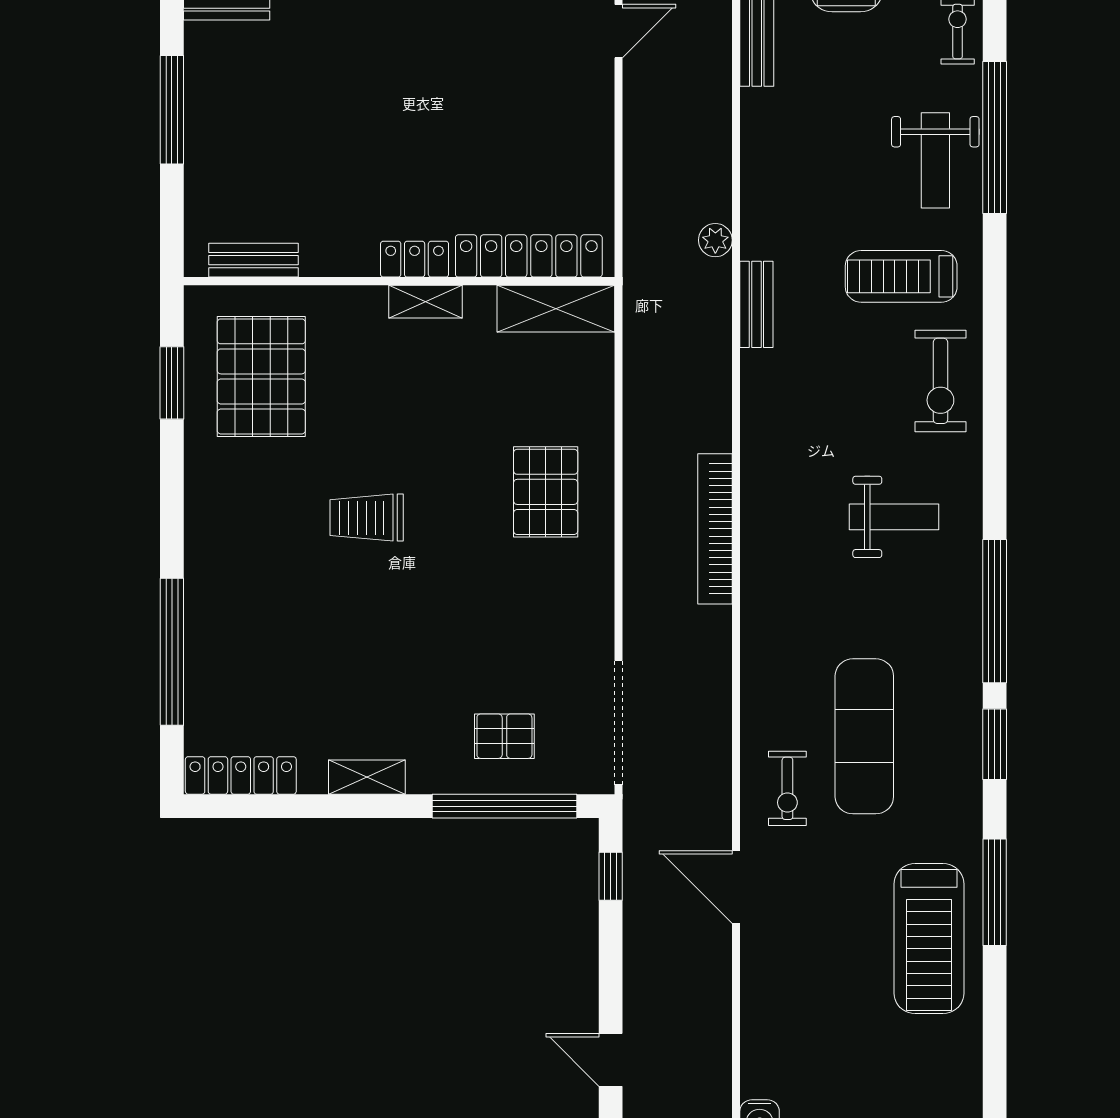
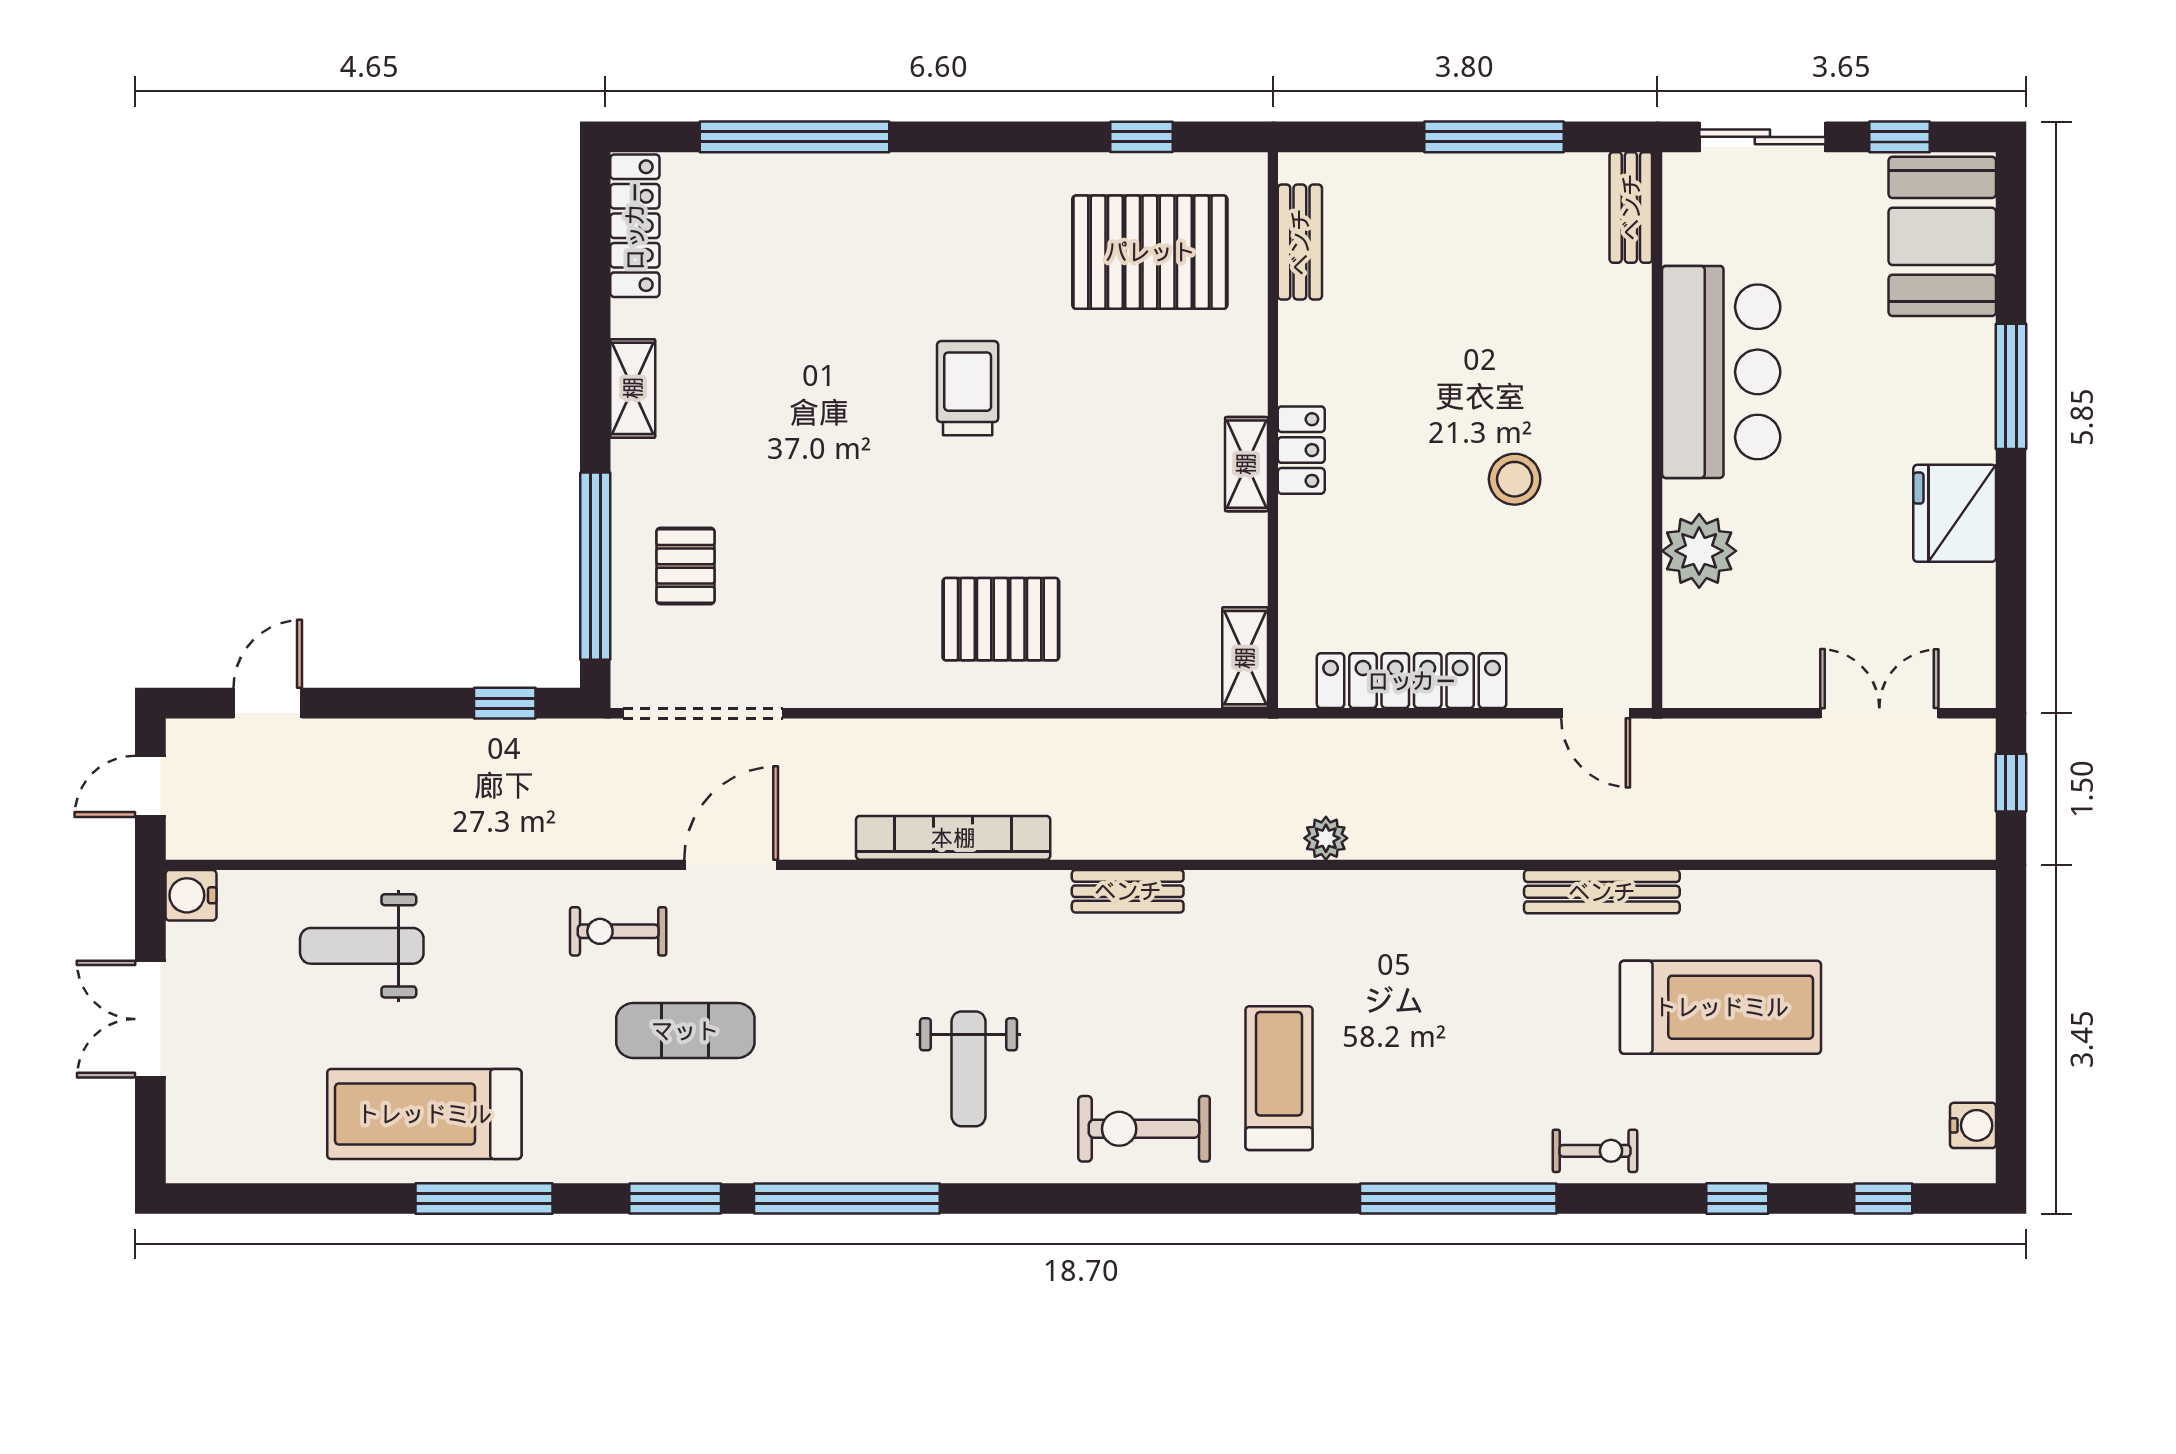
stool: (437, 94) -> (1515, 479), added
weight bench: (935, 160) -> (362, 946), moved
locker: (529, 256) -> (1412, 681), moved, turned -90
bench: (756, 304) -> (1128, 891), moved
shelving: (556, 309) -> (1245, 658), width x0.67, depth x0.75
window: (172, 383) -> (1142, 137), width x0.67
exercise mat: (864, 736) -> (685, 1031), width x0.73, depth x0.69
door: (736, 887) -> (731, 865), moved

